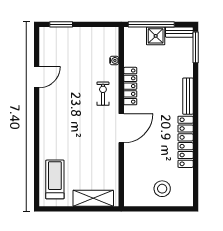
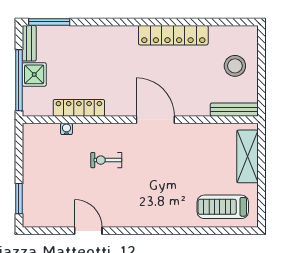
locker: (130, 86) -> (79, 108), moved
exercise bike: (103, 94) -> (106, 160), moved
bench: (188, 96) -> (234, 110), moved

